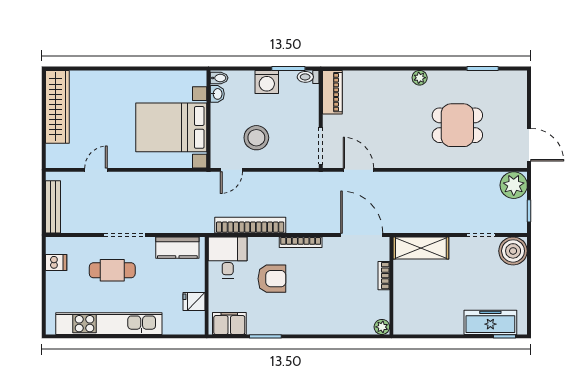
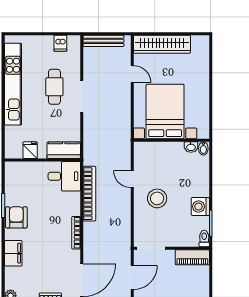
bidet: (219, 78) -> (203, 148), moved
washbasin: (217, 94) -> (191, 147), moved
wardrobe: (57, 107) -> (162, 44), moved
wall: (208, 119) -> (171, 140), moved
bed with nightstands: (171, 127) -> (165, 112), moved
kitchen counter: (177, 248) -> (64, 150), moved, turned 90
armchair: (272, 279) -> (16, 217), moved, turned 180
filing cabinet: (229, 323) -> (13, 253), moved

